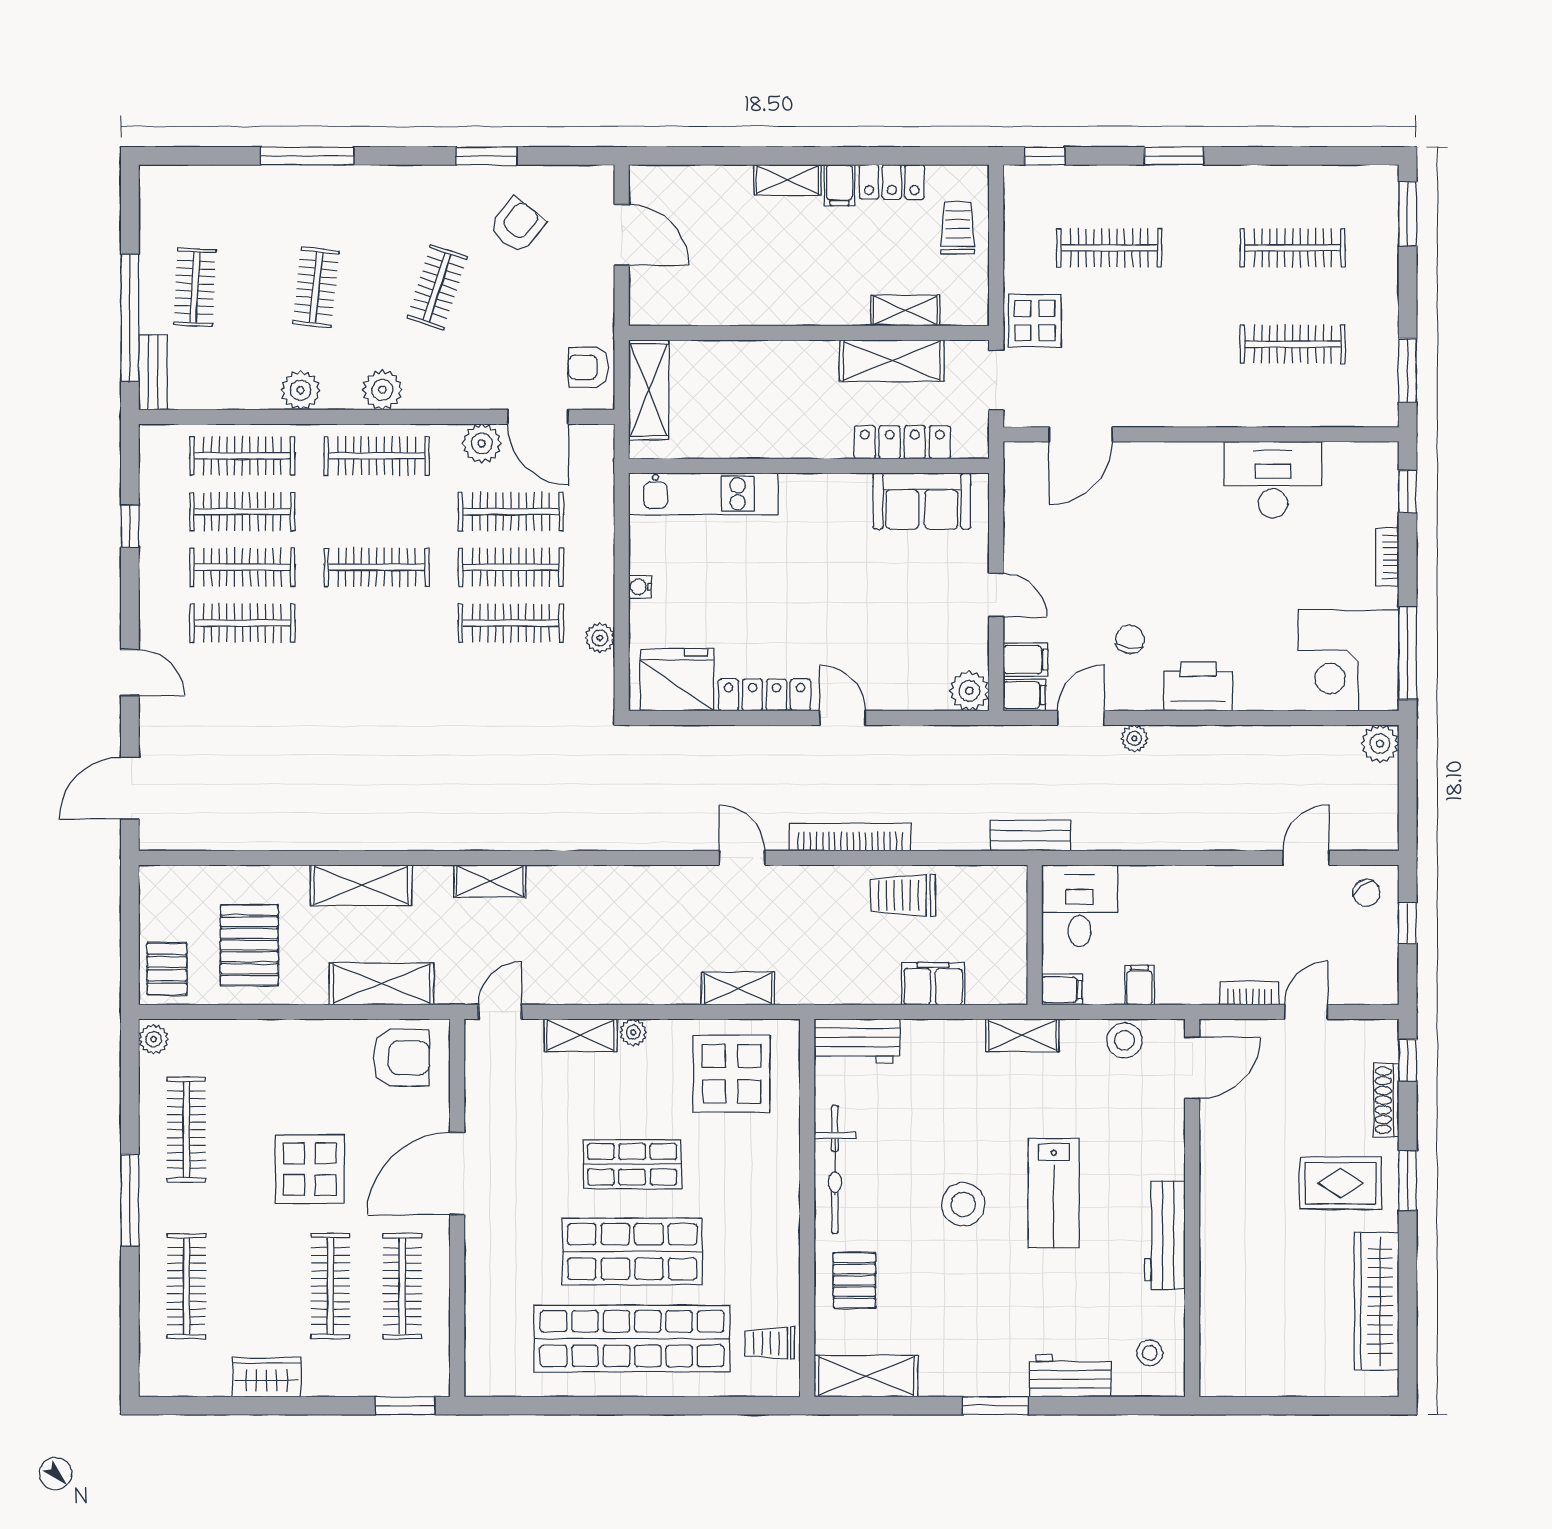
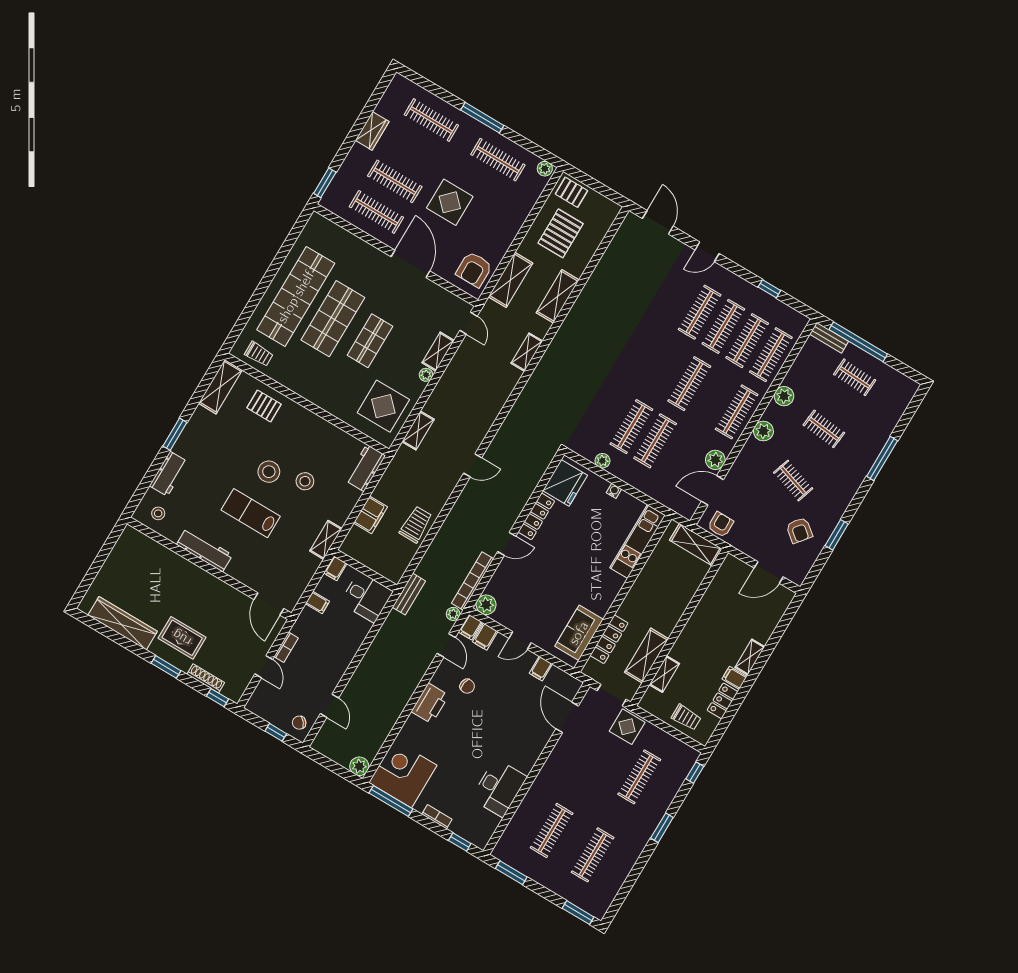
clothes rail: (511, 512) -> (679, 455), removed
filing cabinet: (1023, 530) -> (541, 669), added
plant: (1134, 738) -> (453, 614), moved
bookcase: (850, 837) -> (473, 581), moved, turned 180
pallet: (249, 945) -> (561, 233), turned 90
stool: (1124, 1040) -> (305, 481), moved
bicycle: (835, 1169) -> (316, 426), removed
rug: (1340, 1183) -> (182, 638), turned 90
trolley: (770, 1343) -> (259, 354), turned 90

